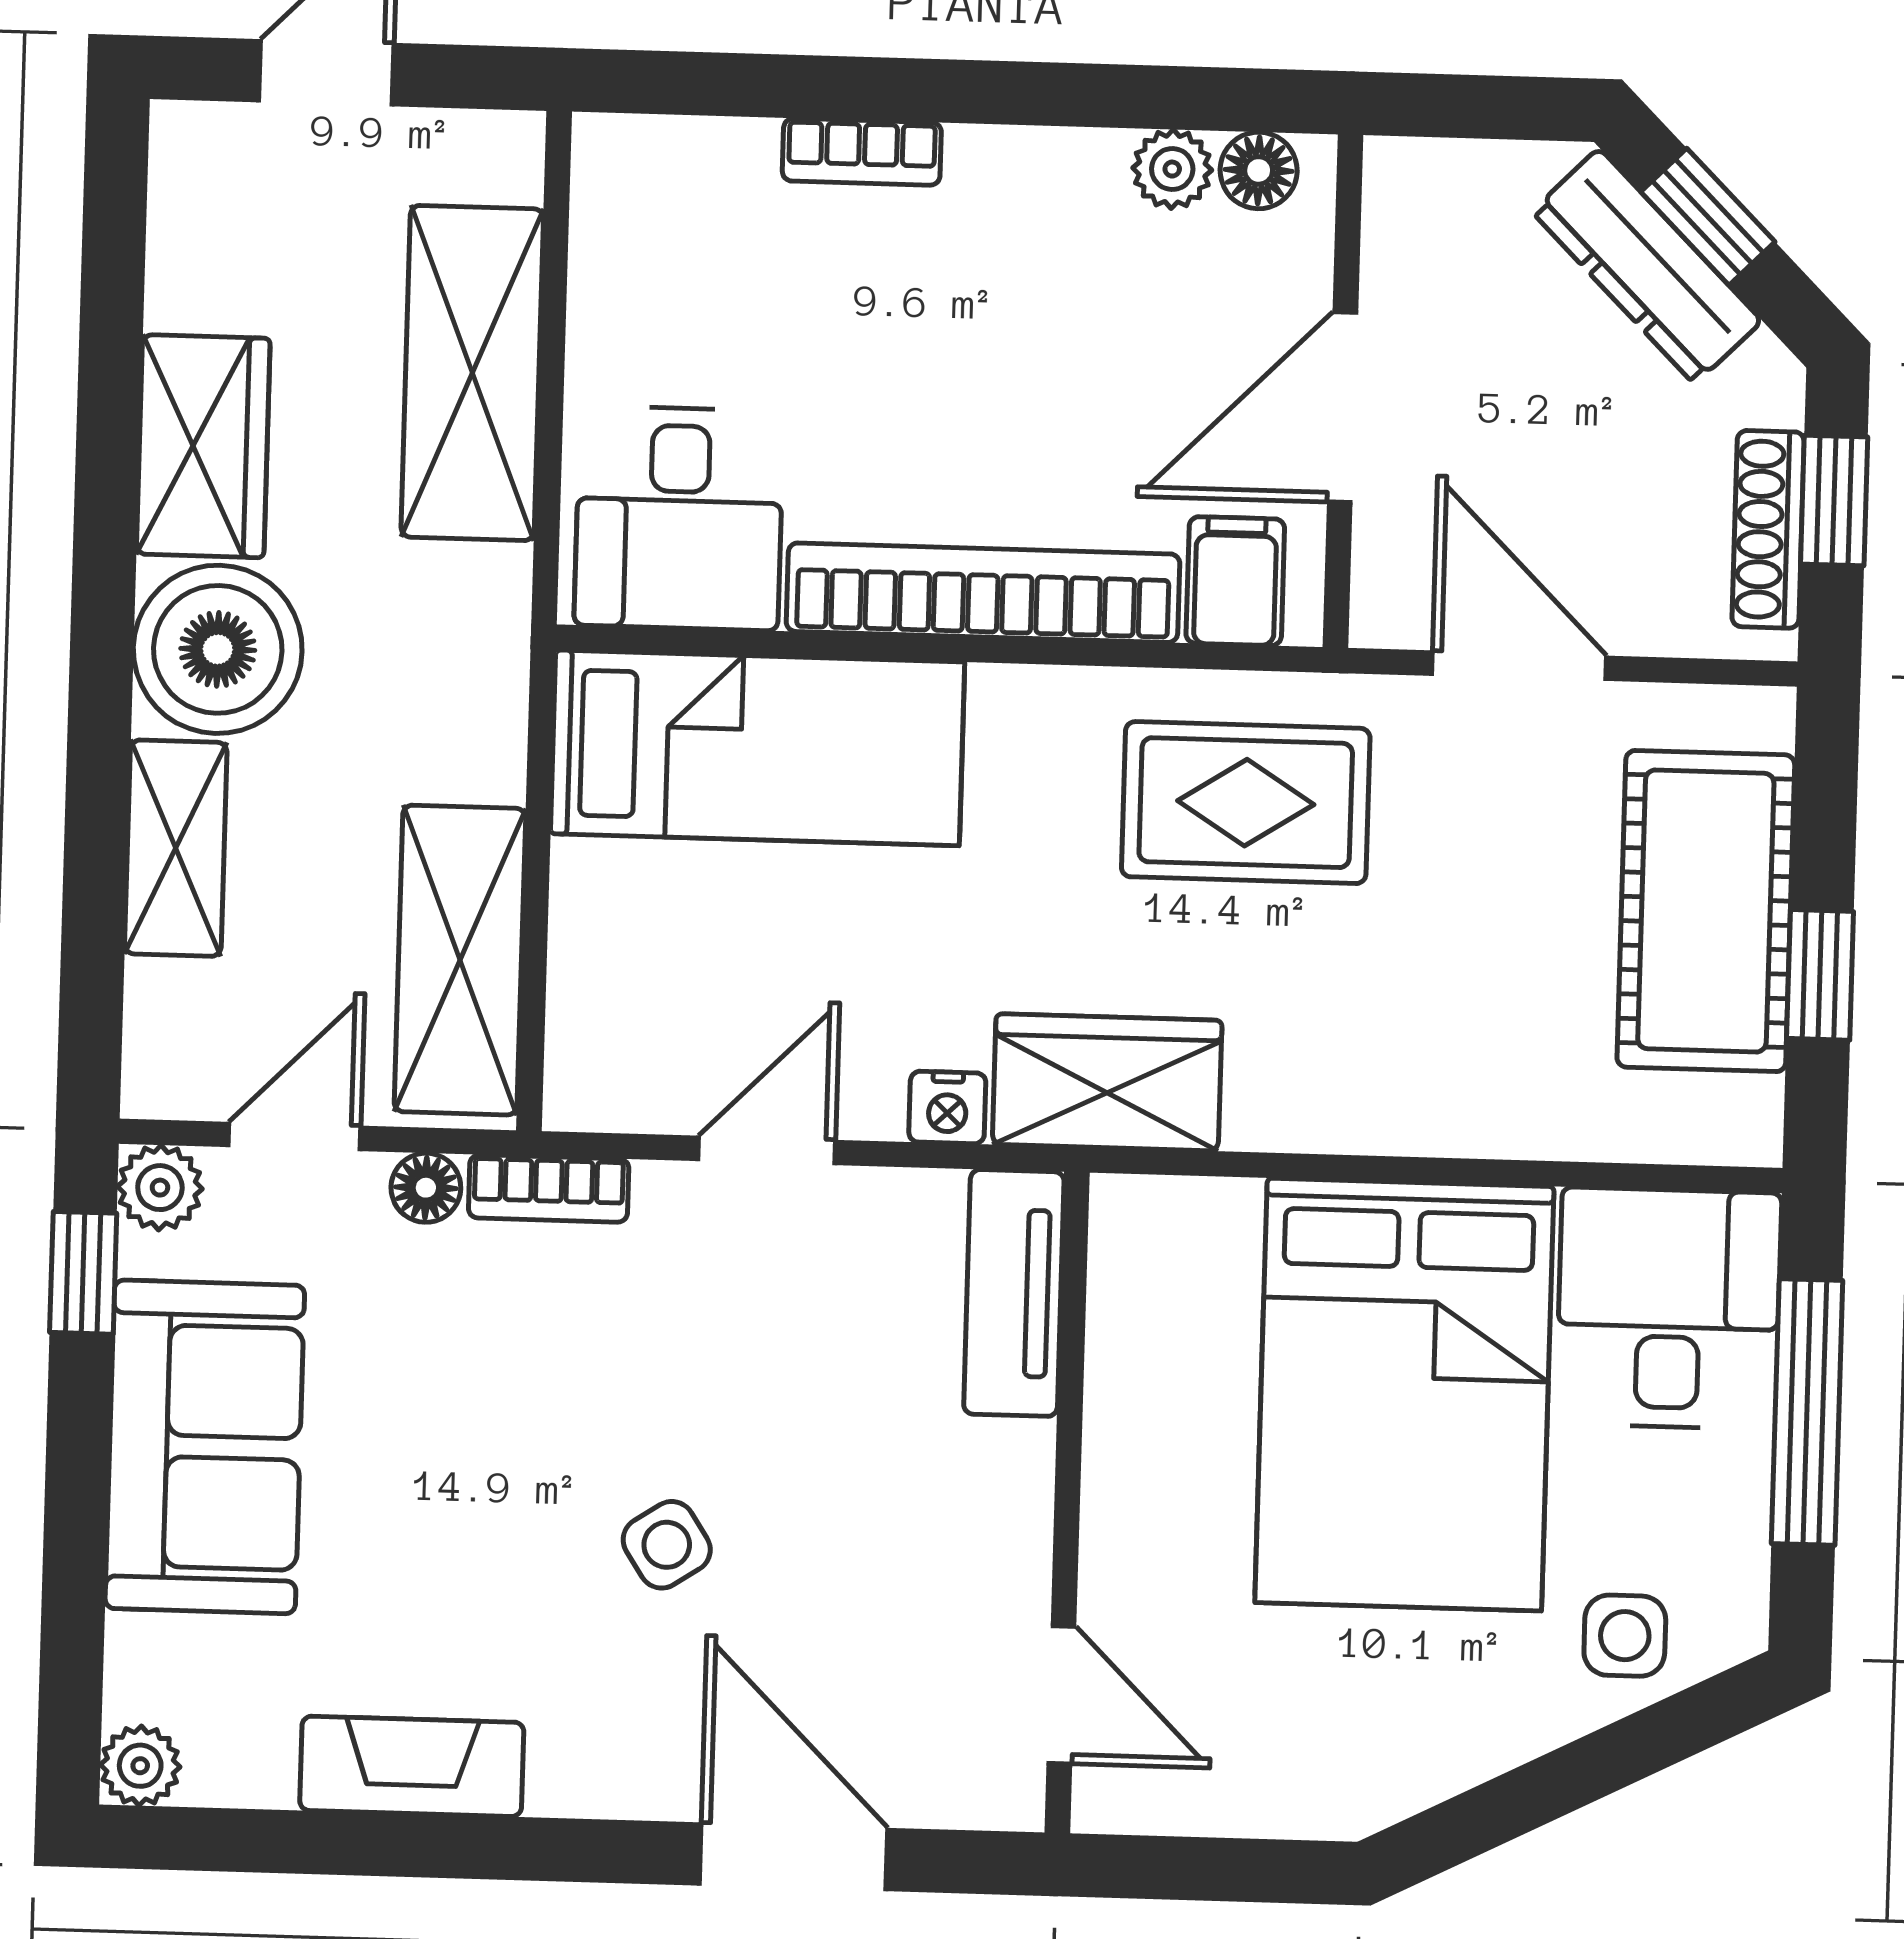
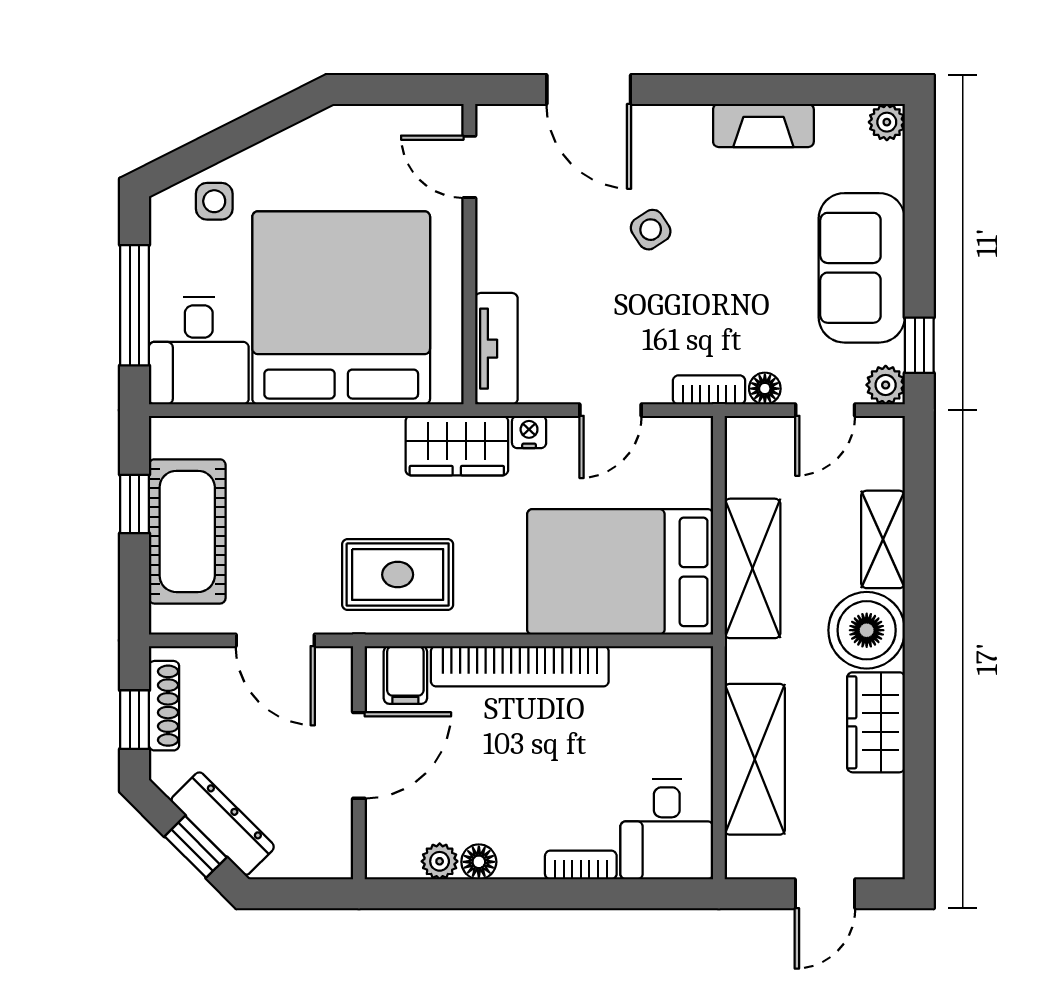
floor lamp: (1259, 170) -> (479, 862), moved
desk: (679, 518) -> (667, 829), moved, turned 180
bed: (758, 748) -> (620, 572), width x1.50
shelving: (460, 960) -> (752, 568), moved
bed: (1404, 1395) -> (341, 308), width x1.36

